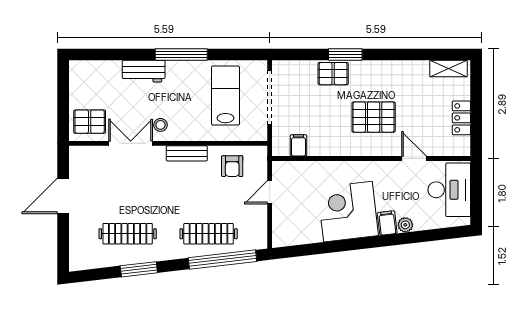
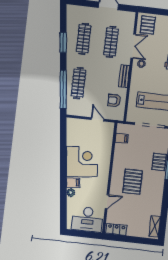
locker: (461, 118) -> (116, 229), moved
clothes rail: (128, 184) -> (111, 42), added

